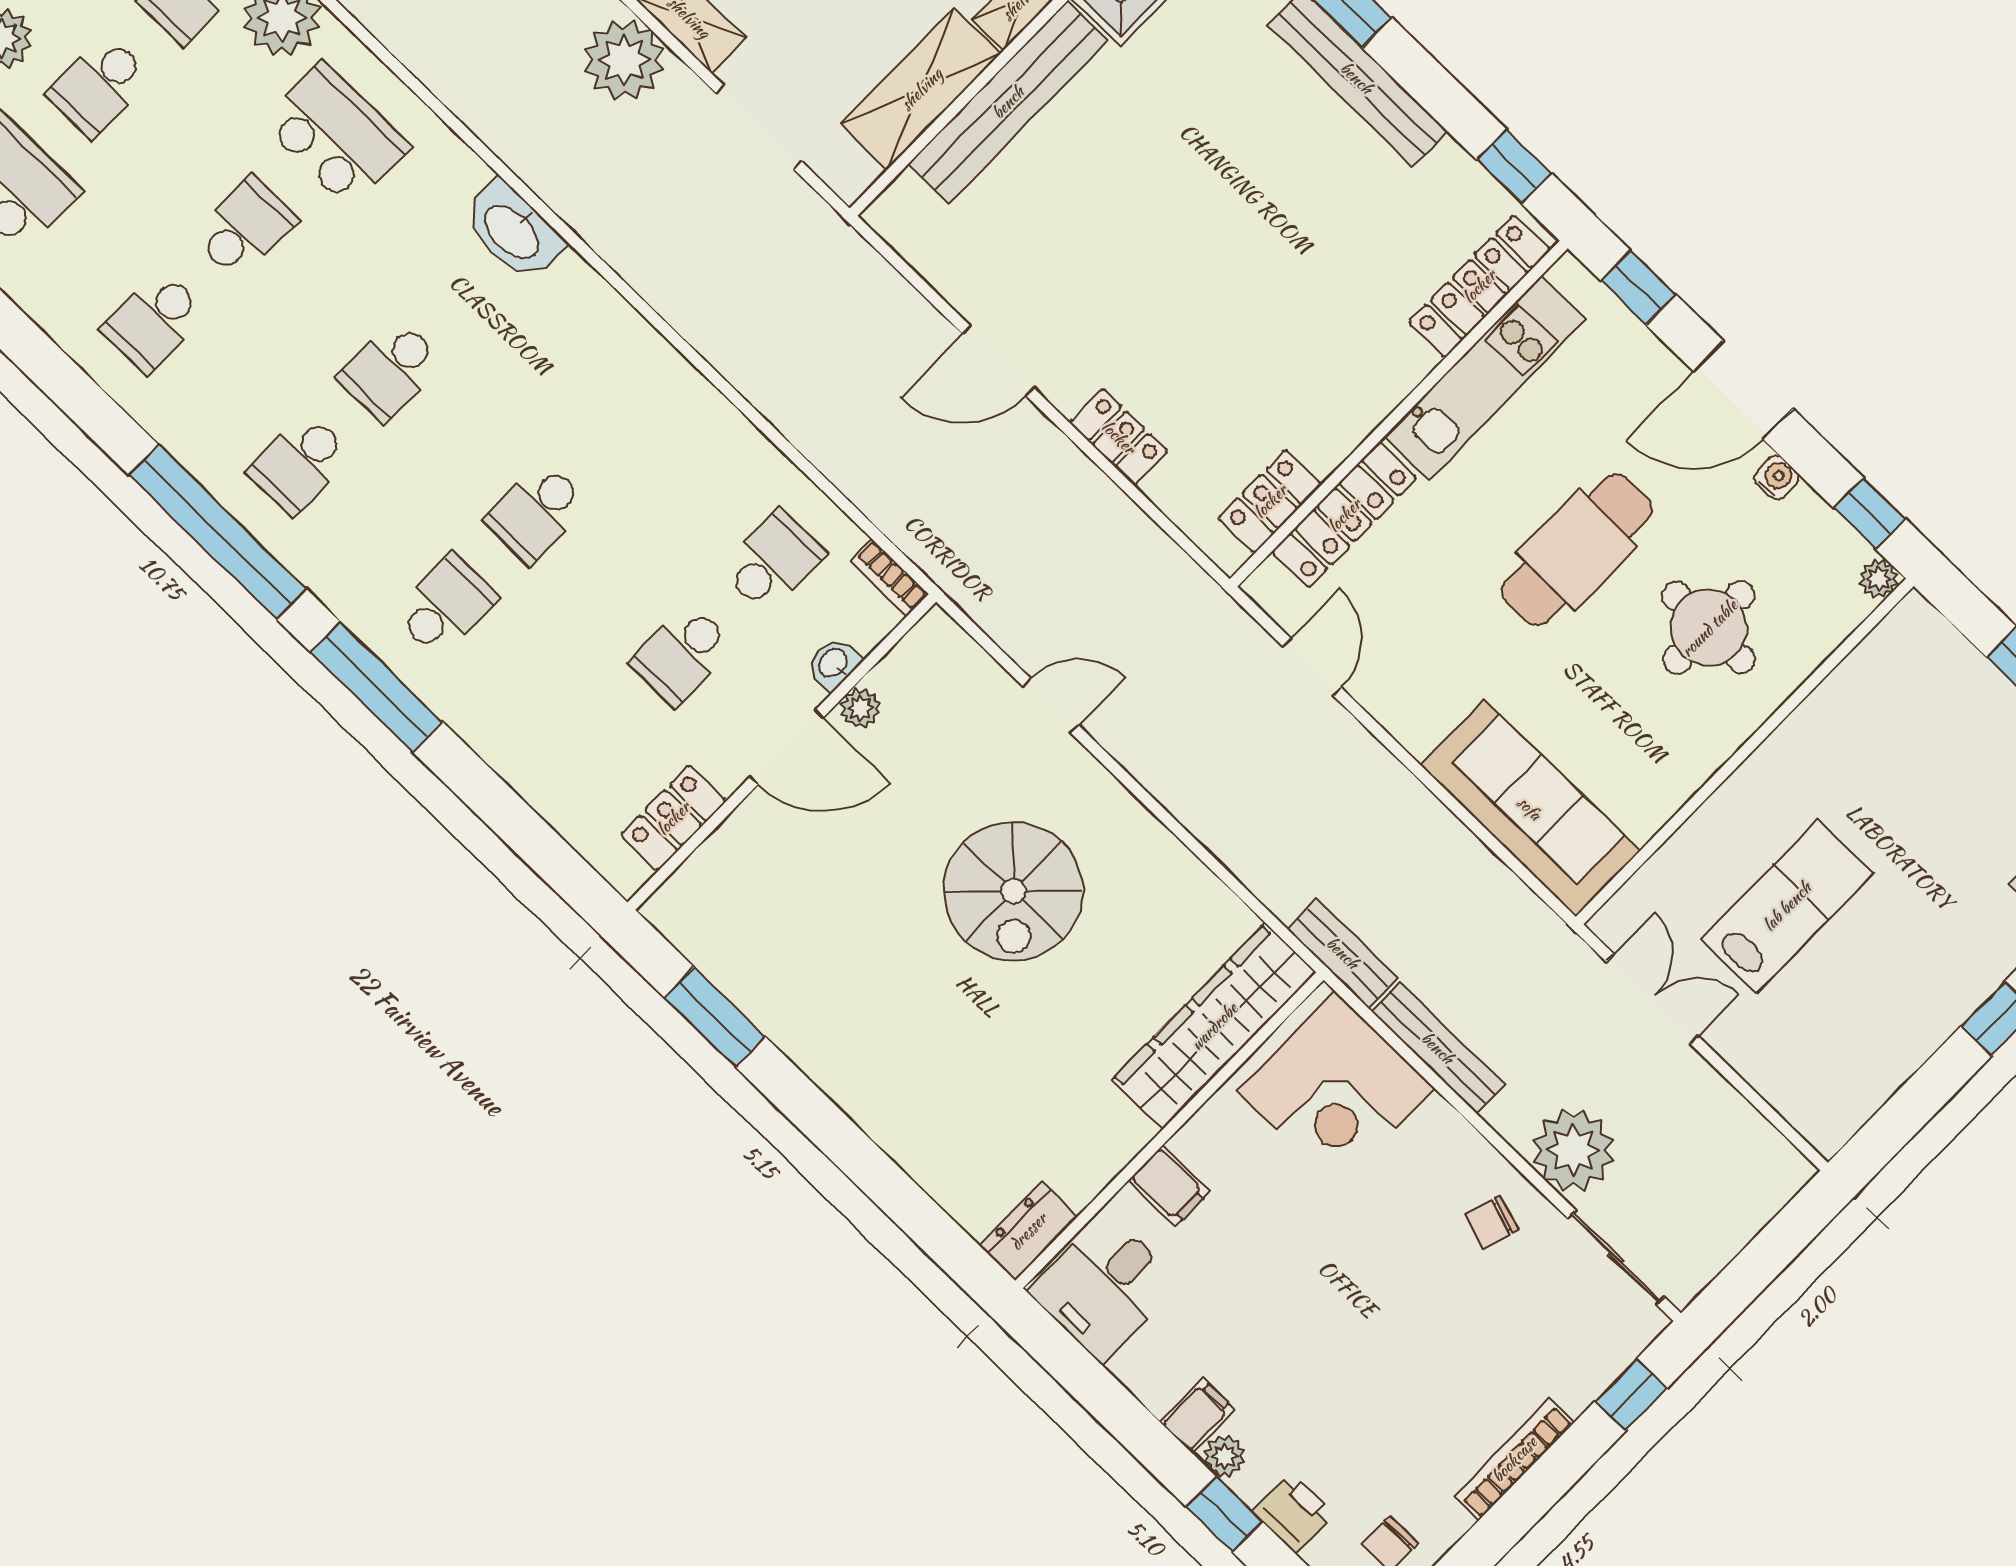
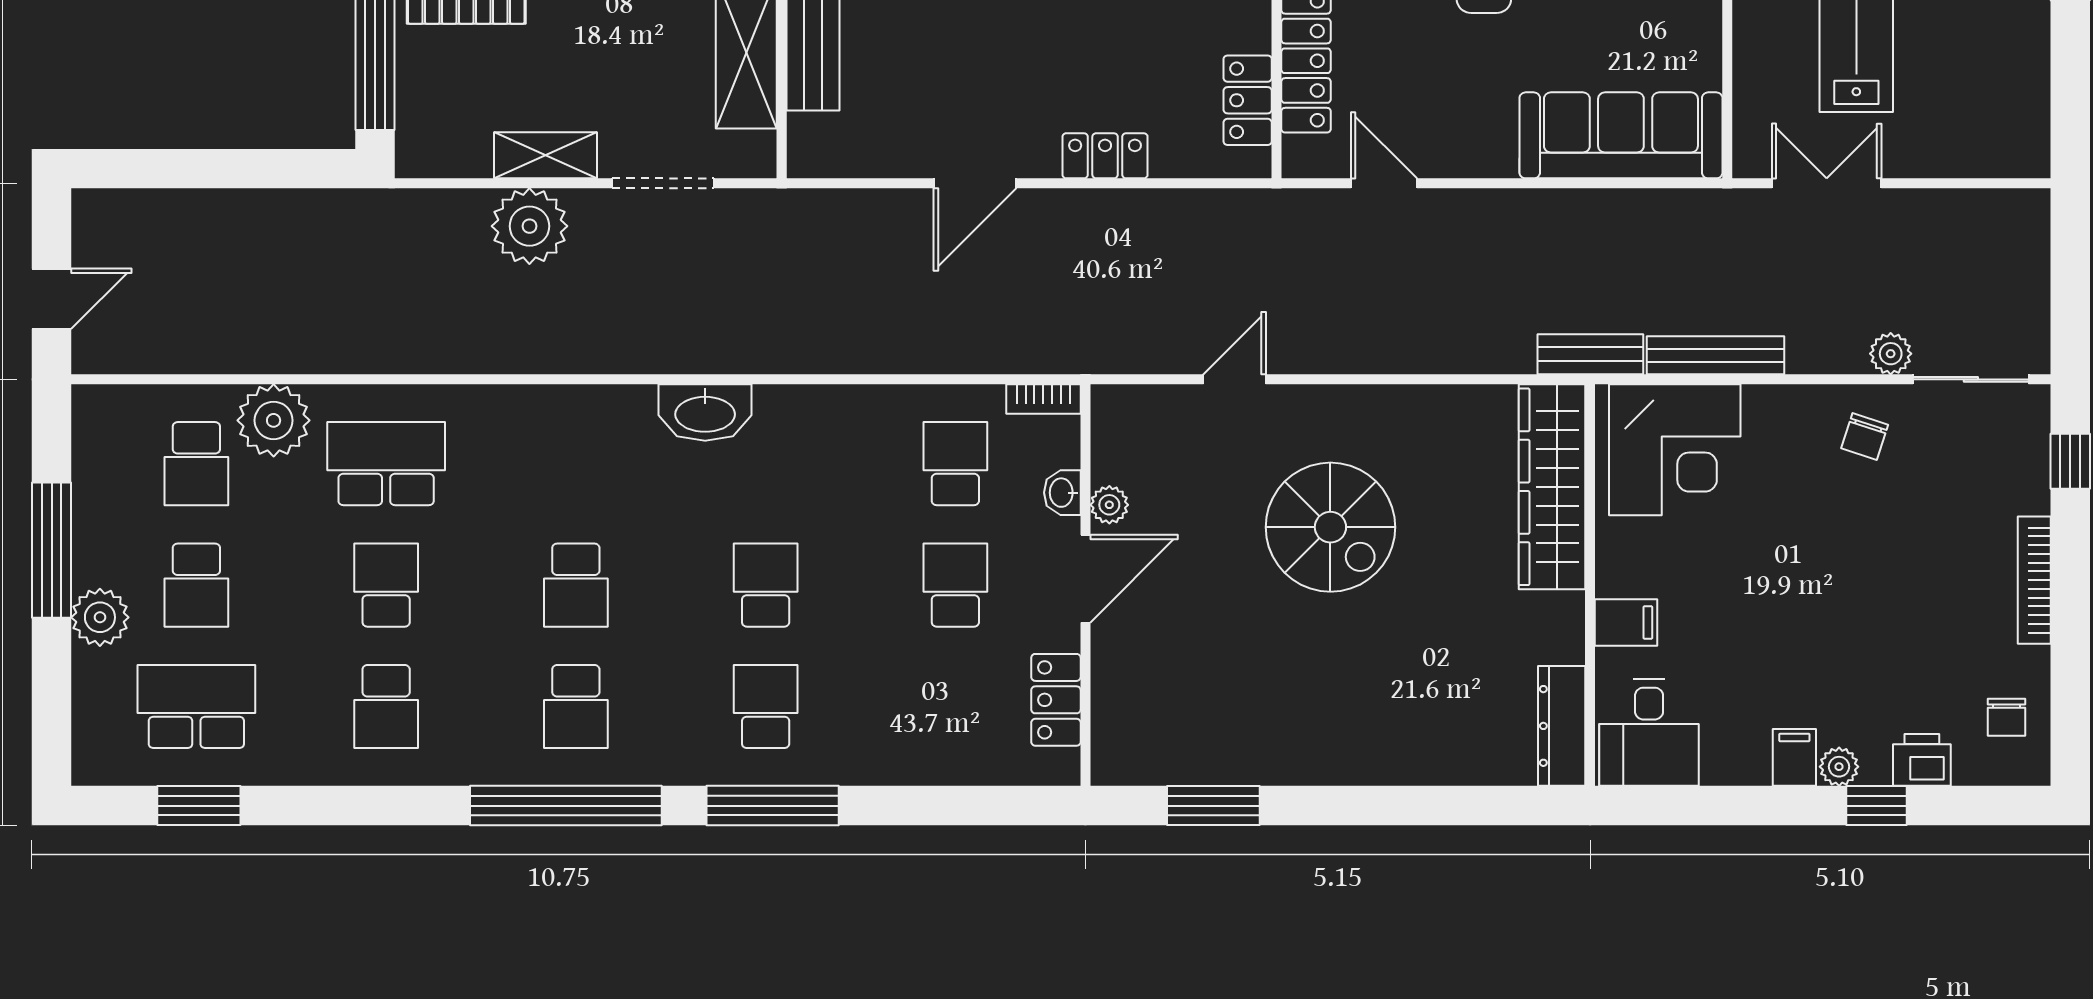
washbasin: (513, 231) -> (705, 413), moved
school desk: (536, 512) -> (766, 585), turned 180
school desk: (682, 655) -> (955, 585), turned 180
plant: (1573, 1150) -> (1891, 354), width x0.53, depth x0.53
dresser: (1028, 1231) -> (1562, 726), width x1.44

